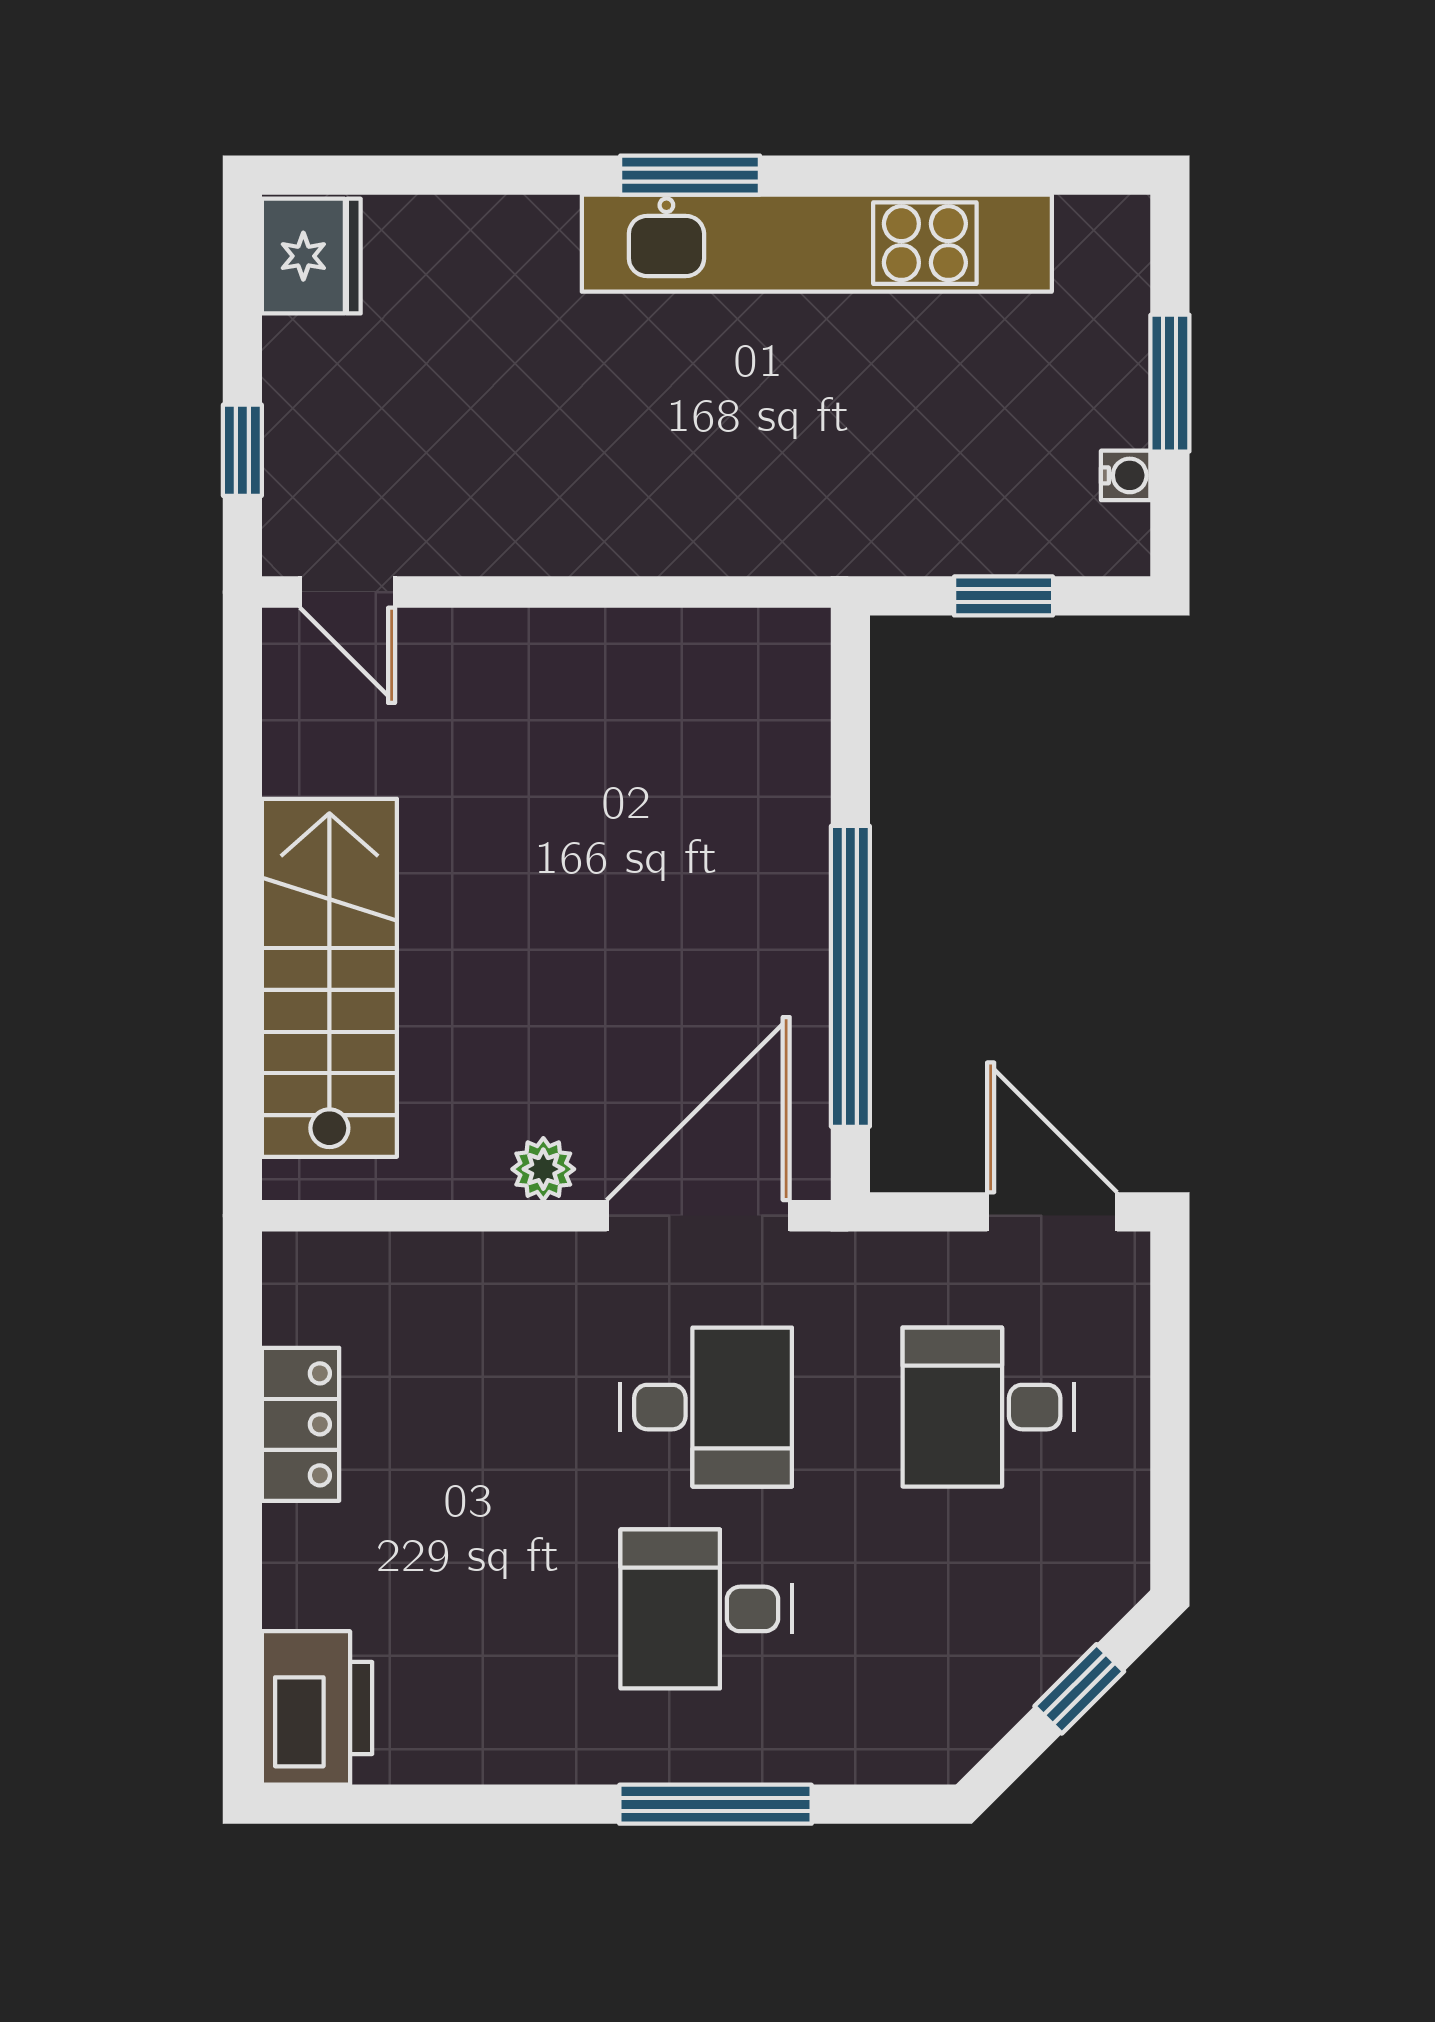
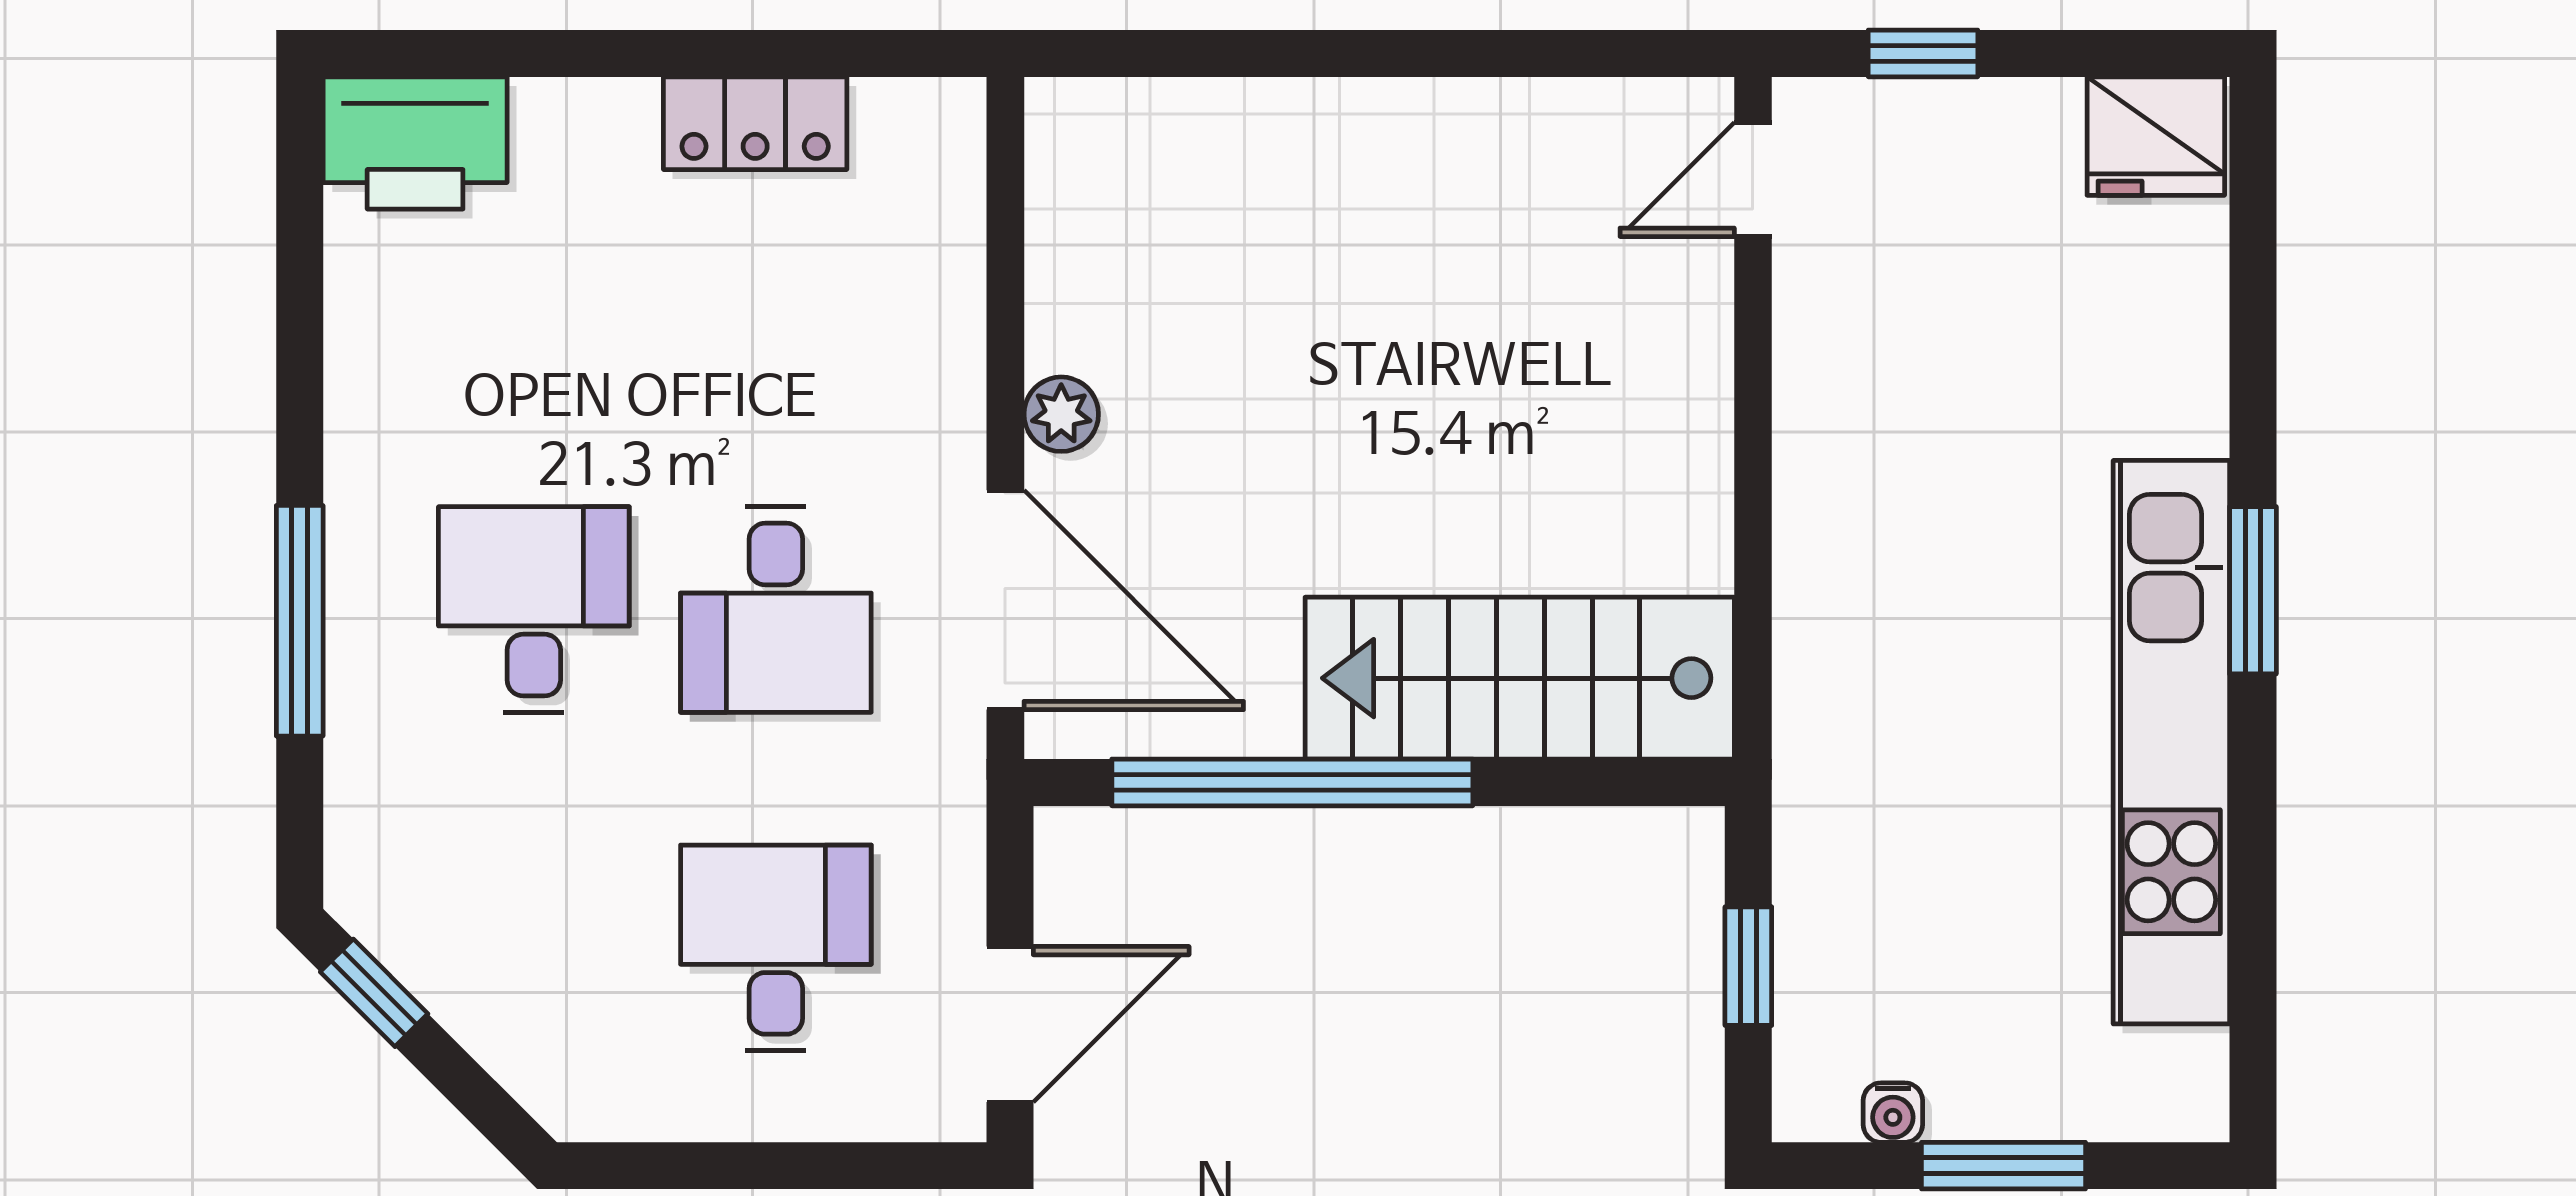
stairs: (329, 978) -> (1520, 678), moved, turned 180
window: (1079, 1689) -> (374, 993), moved

